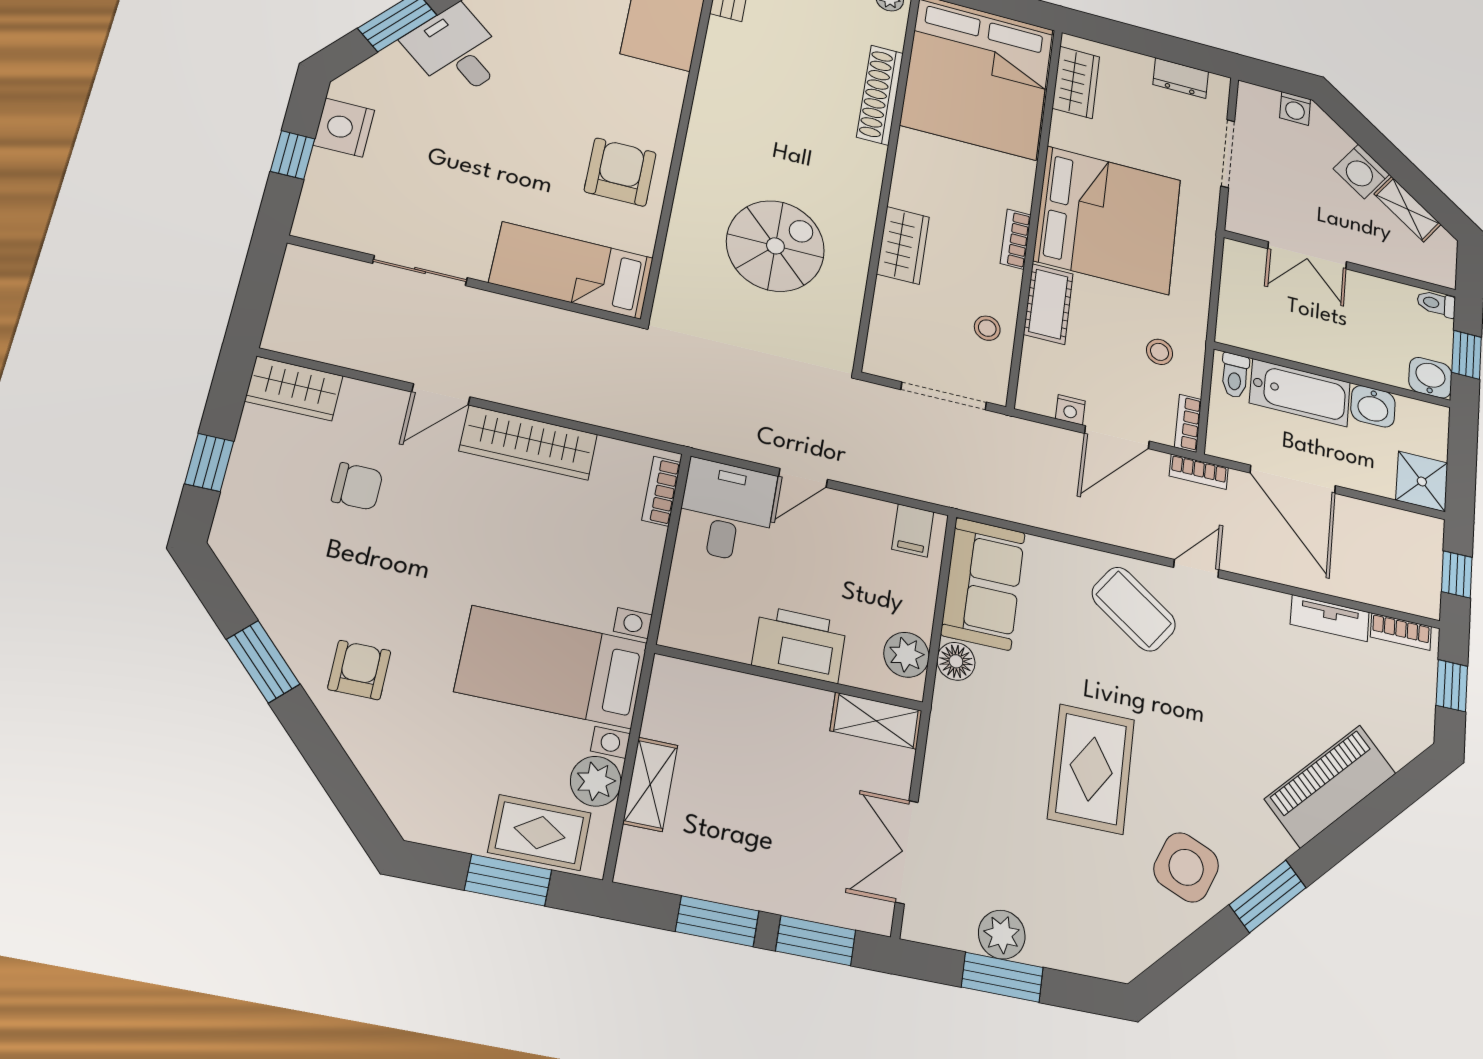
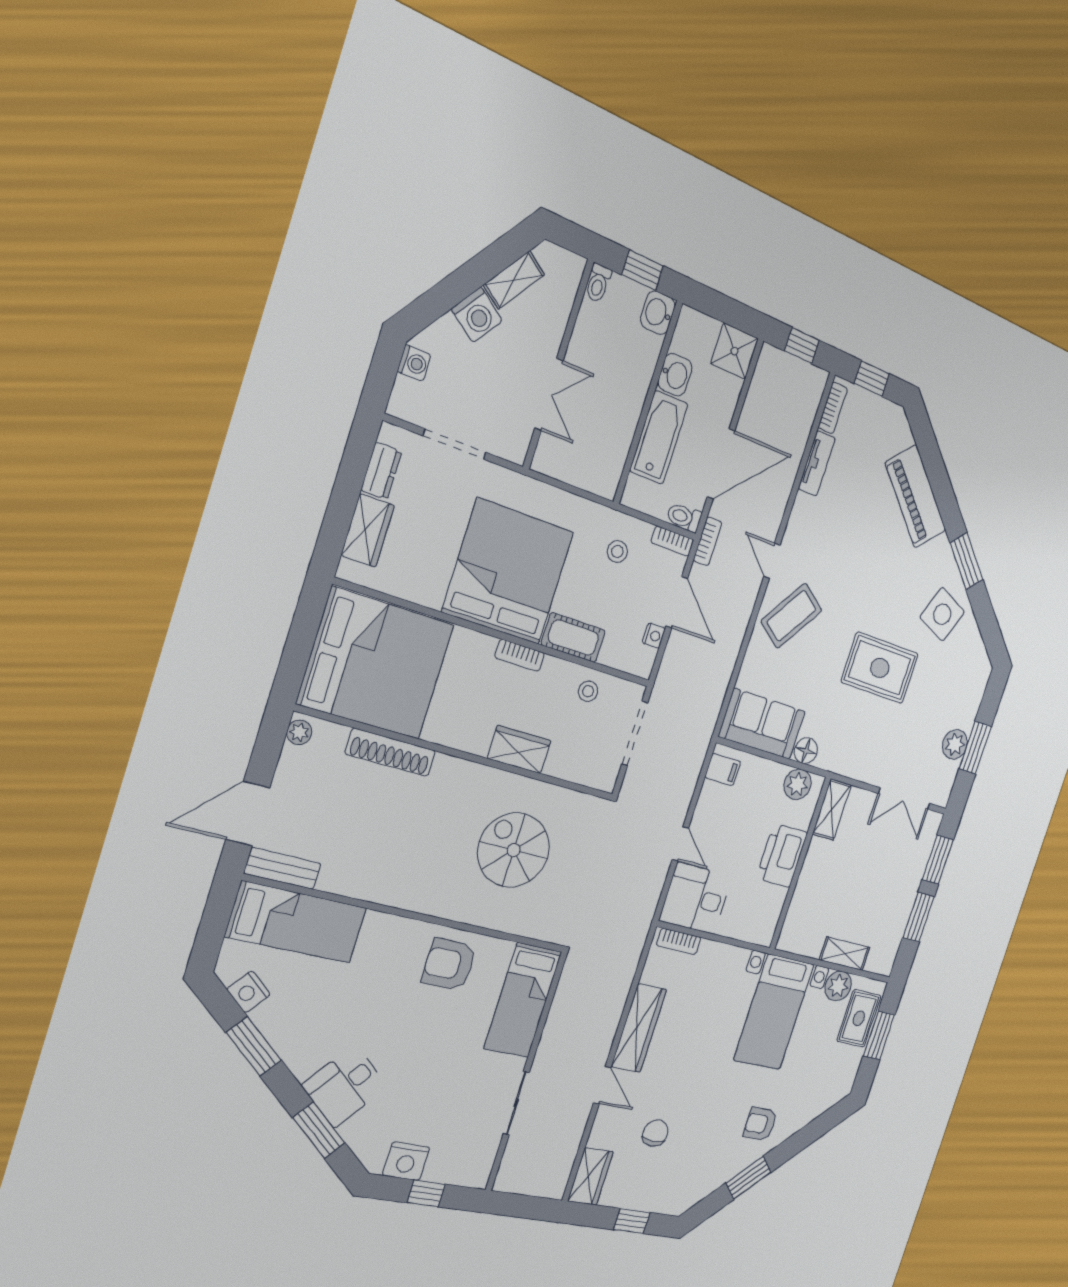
wardrobe: (1076, 82) -> (368, 530), moved, turned 90
toilet: (1235, 375) -> (684, 517), moved, turned 180

